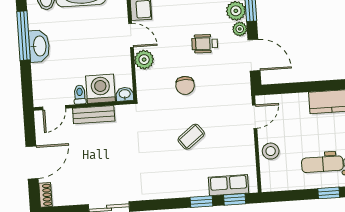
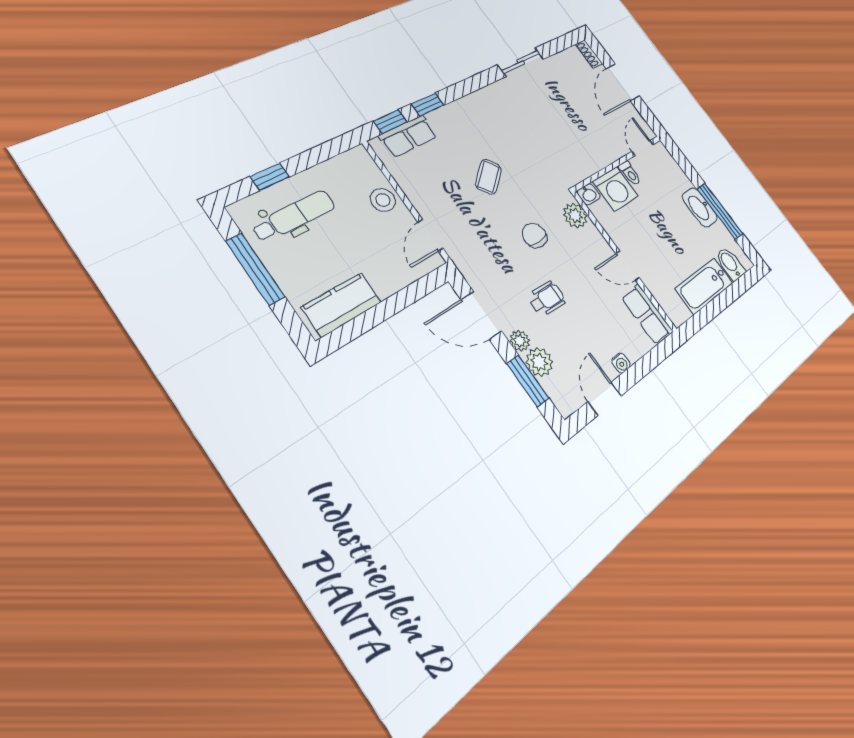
plant: (144, 60) -> (575, 215), moved
bench: (94, 115) -> (603, 157), removed

